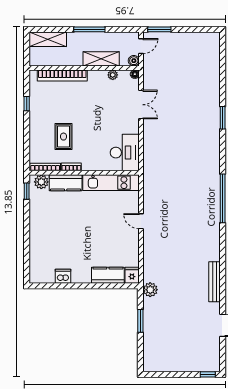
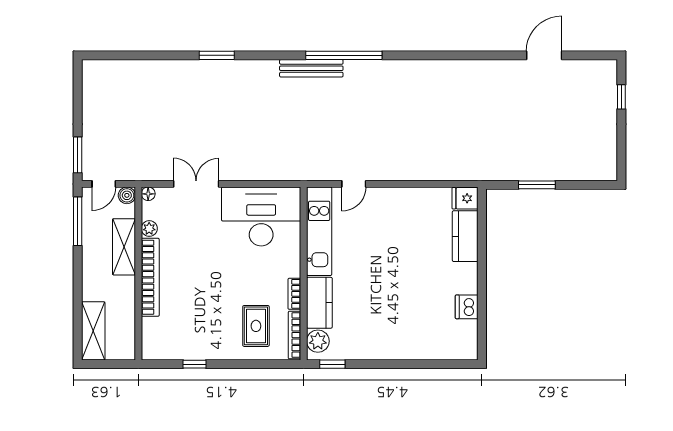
window: (89, 29) -> (78, 221), moved
door: (141, 46) -> (104, 184), swing flipped
bookcase: (62, 75) -> (150, 277), moved
rug: (63, 137) -> (256, 326), moved, turned 90
desk: (125, 153) -> (261, 216), width x1.36, depth x1.30
door: (141, 221) -> (354, 184), moved
bench: (214, 282) -> (311, 68), moved
plant: (150, 290) -> (488, 169), removed
window: (208, 374) -> (621, 97), moved

